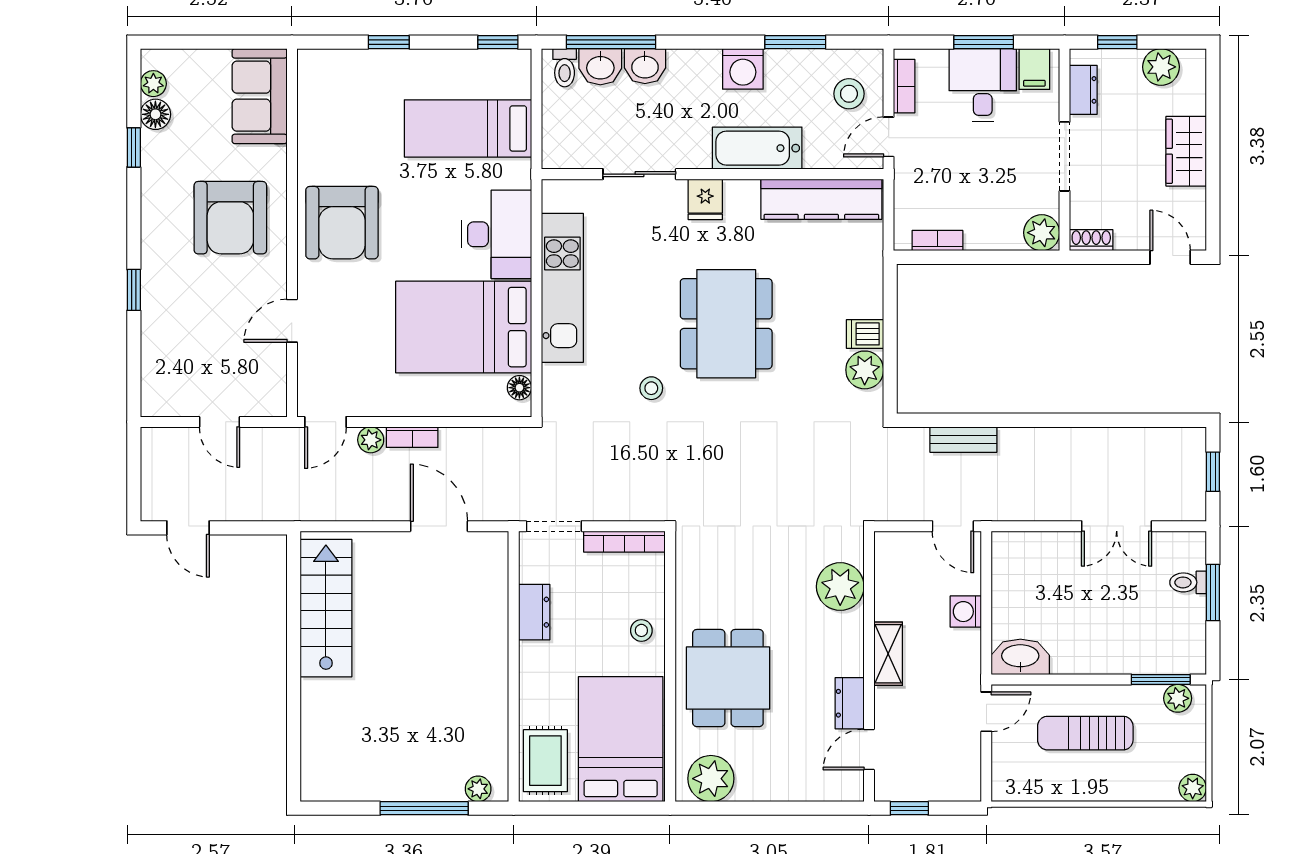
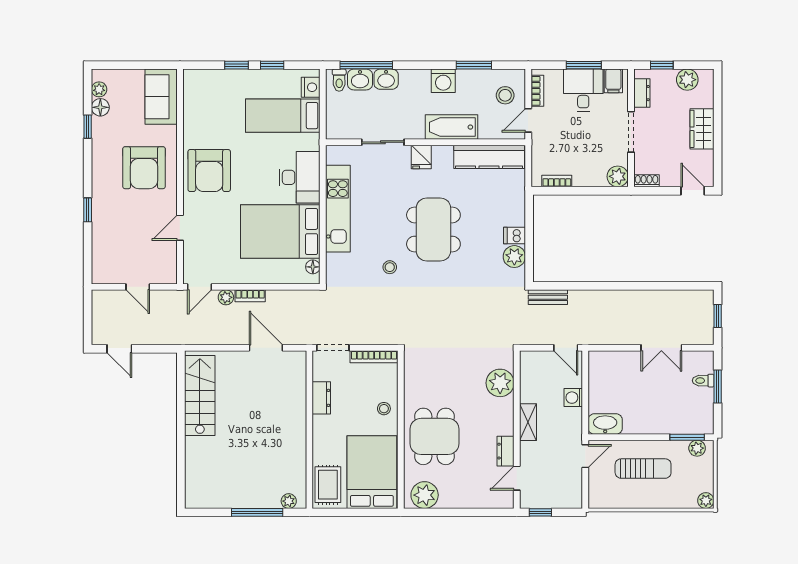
window: (498, 42) -> (272, 65), moved
nightstand: (516, 80) -> (311, 87), added
bench: (963, 440) -> (548, 297), moved
sun lounger: (1085, 733) -> (643, 469), turned 180

